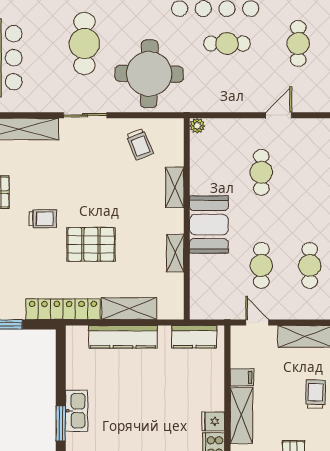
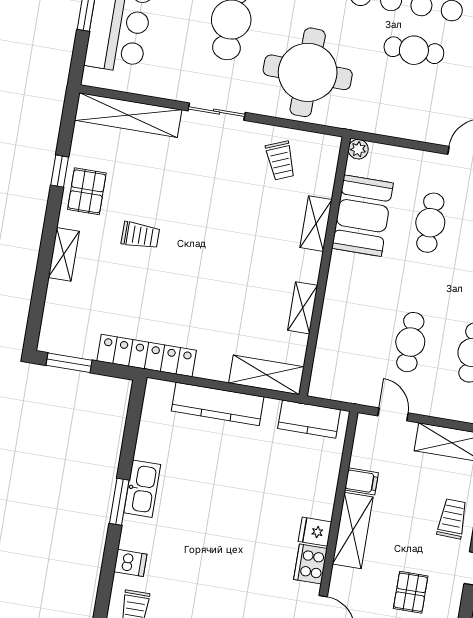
booth: (209, 225) -> (362, 216), moved
pallet: (91, 244) -> (196, 278), removed
shelving: (129, 309) -> (266, 375), moved

